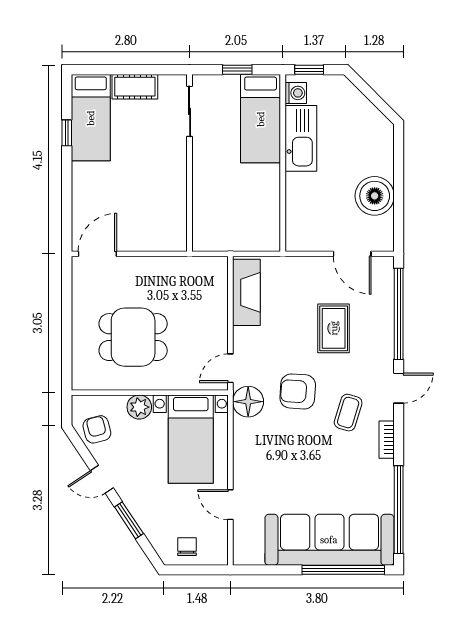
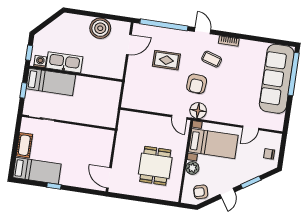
window: (67, 133) -> (54, 186), moved
fireplace: (246, 292) -> (141, 103), removed
window: (399, 510) -> (266, 40), removed

